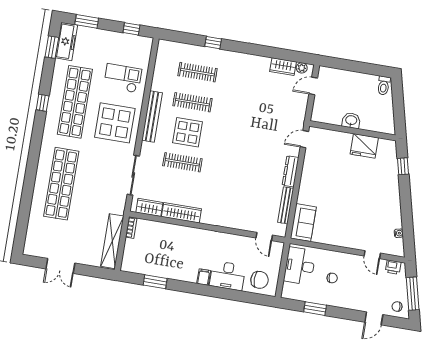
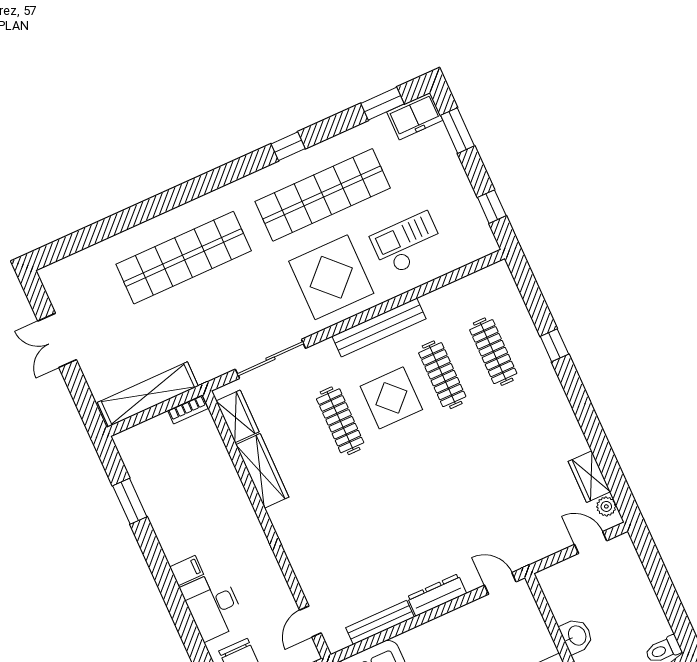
freezer: (66, 41) -> (415, 116), width x0.71
checkout: (123, 78) -> (407, 244), turned -90

